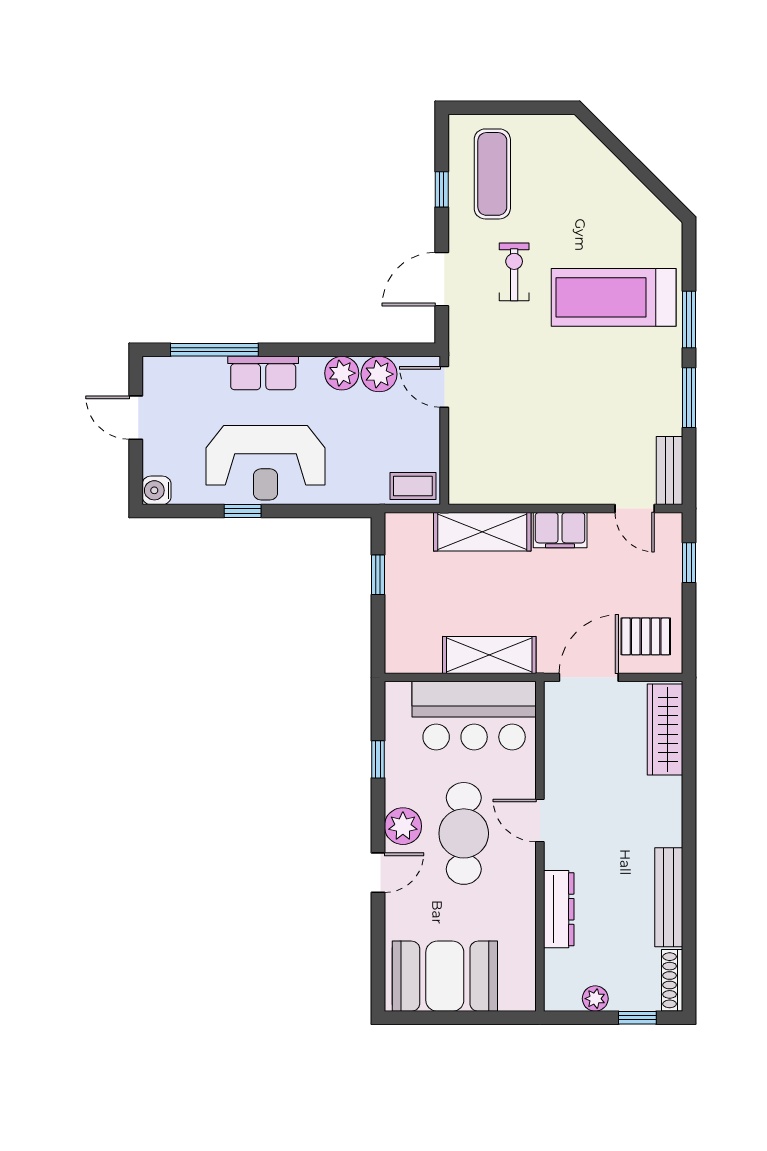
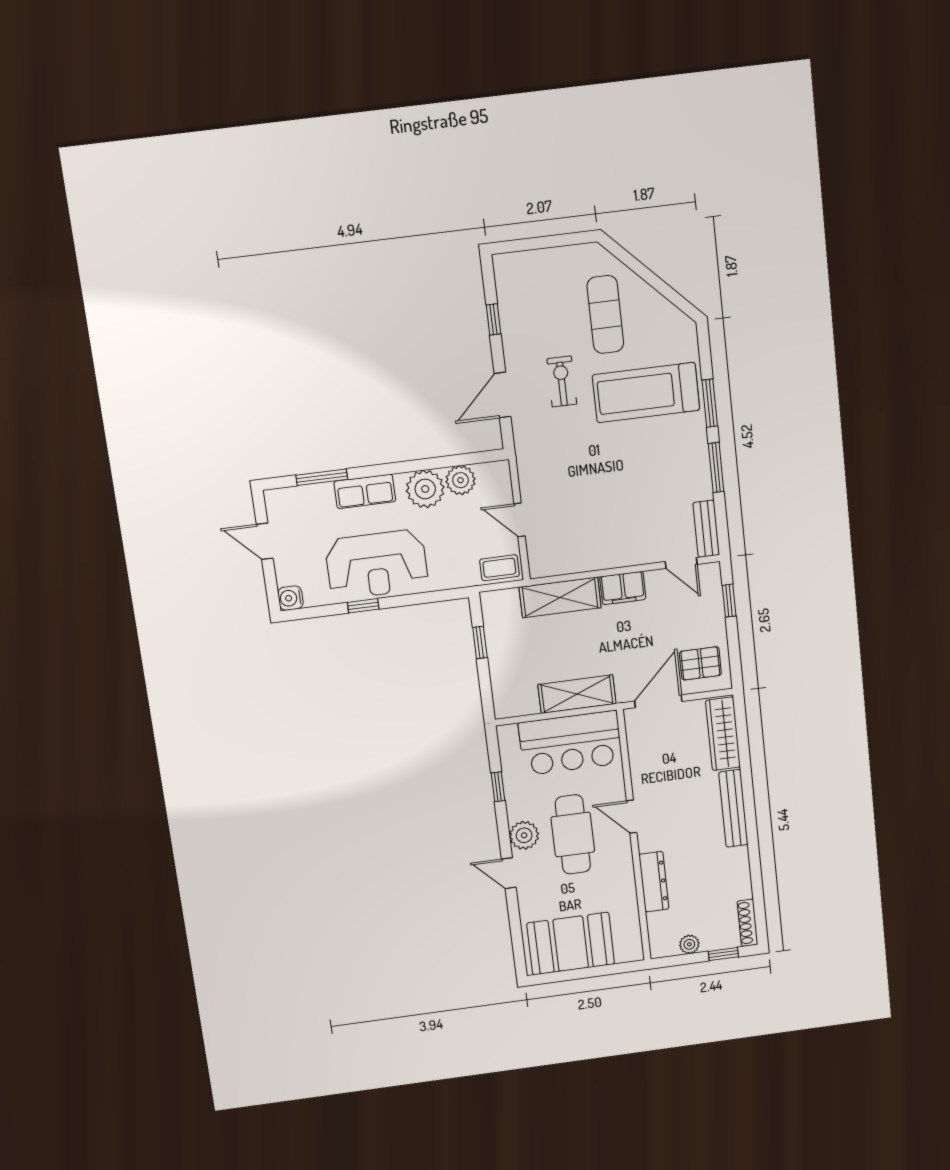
exercise mat: (492, 174) -> (605, 314), moved
window: (214, 350) -> (322, 477), width x0.69
plant: (342, 373) -> (425, 489), width x1.36, depth x1.36
door: (444, 387) -> (520, 520), moved
door: (378, 873) -> (509, 873), swing flipped
bench: (669, 897) -> (733, 808), moved

